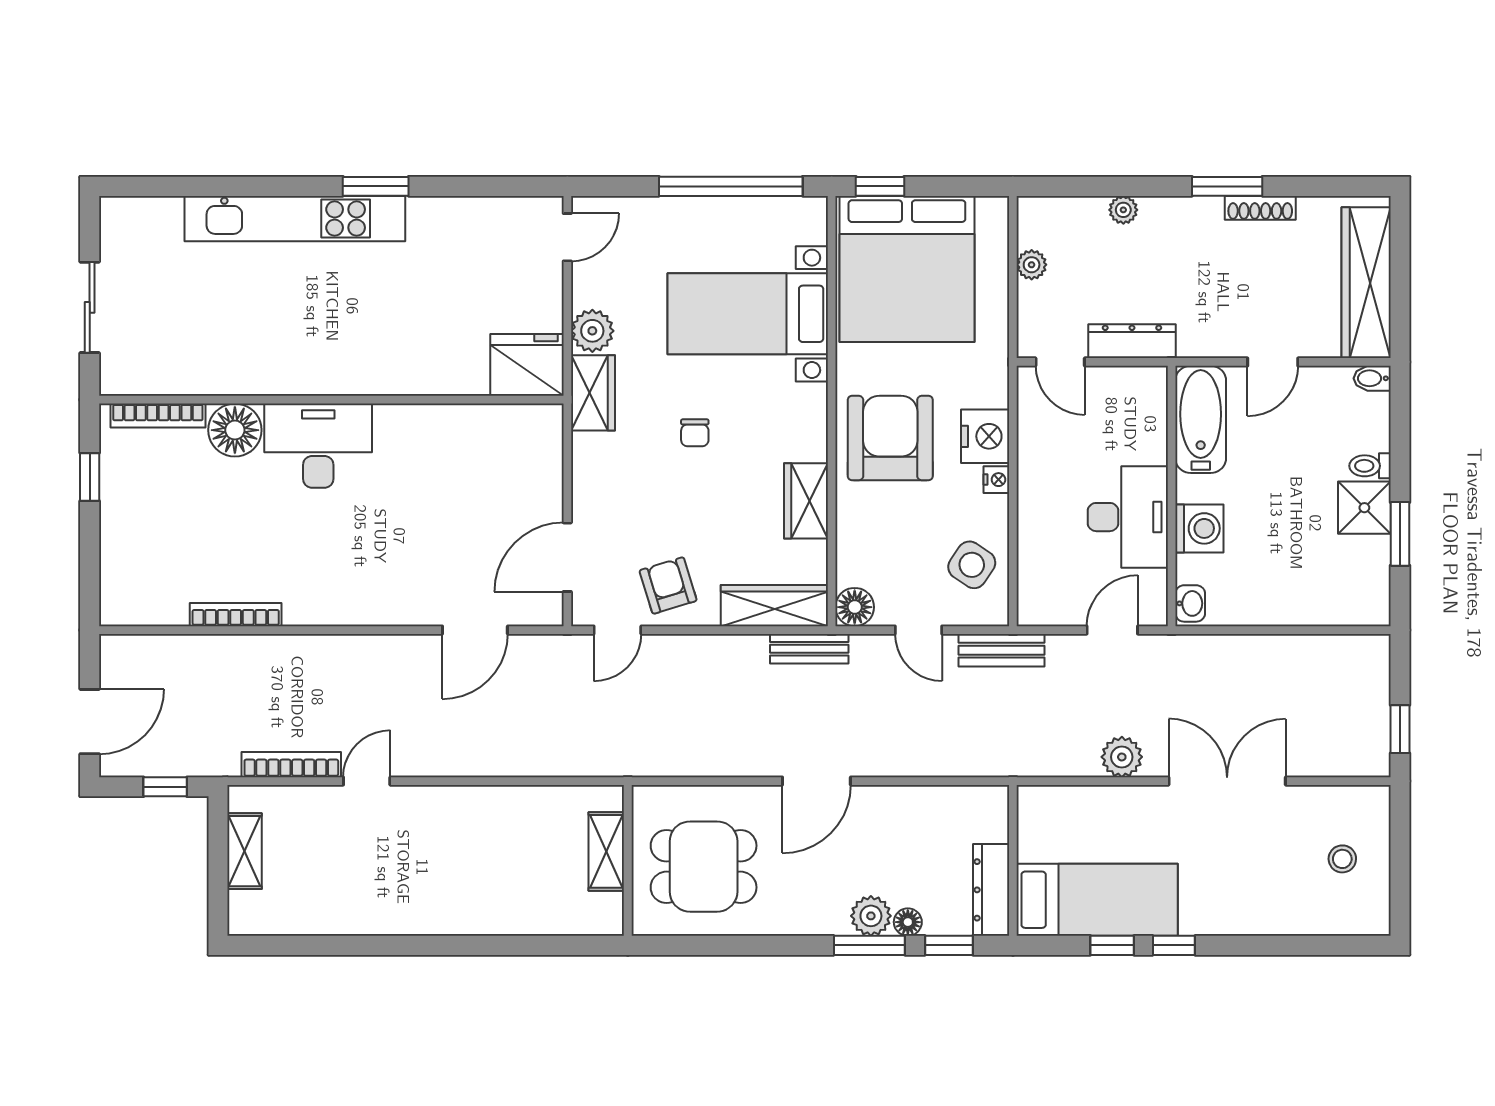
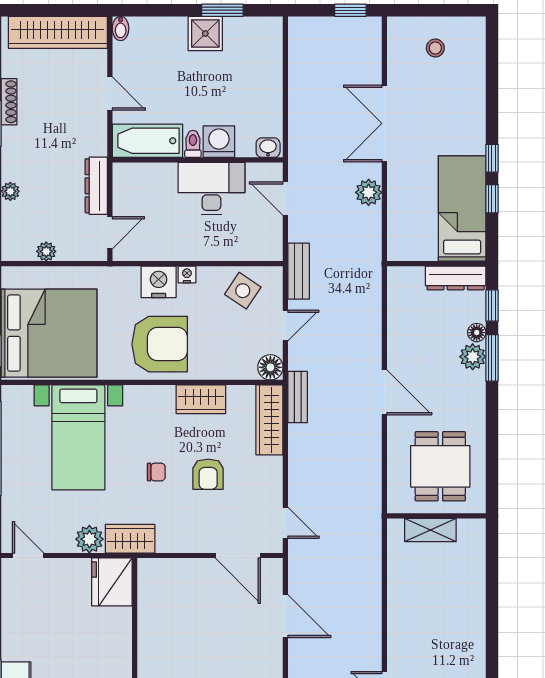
armchair: (890, 438) -> (160, 344), turned 180
toilet: (1370, 466) -> (193, 144), moved, turned 180
armchair: (668, 586) -> (208, 474), moved, turned -73

